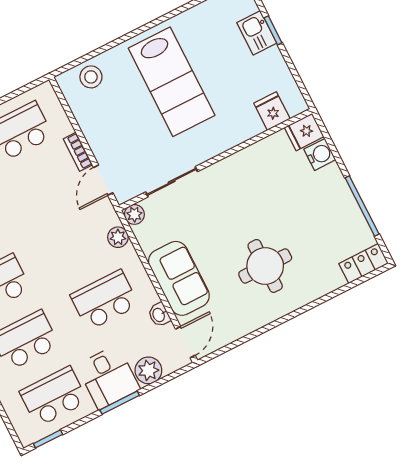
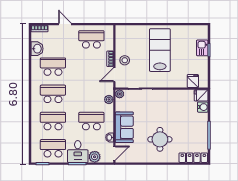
stool: (91, 77) -> (125, 60), moved
lab bench: (172, 82) -> (160, 50), turned 180
locker: (364, 264) -> (193, 158), width x1.53

